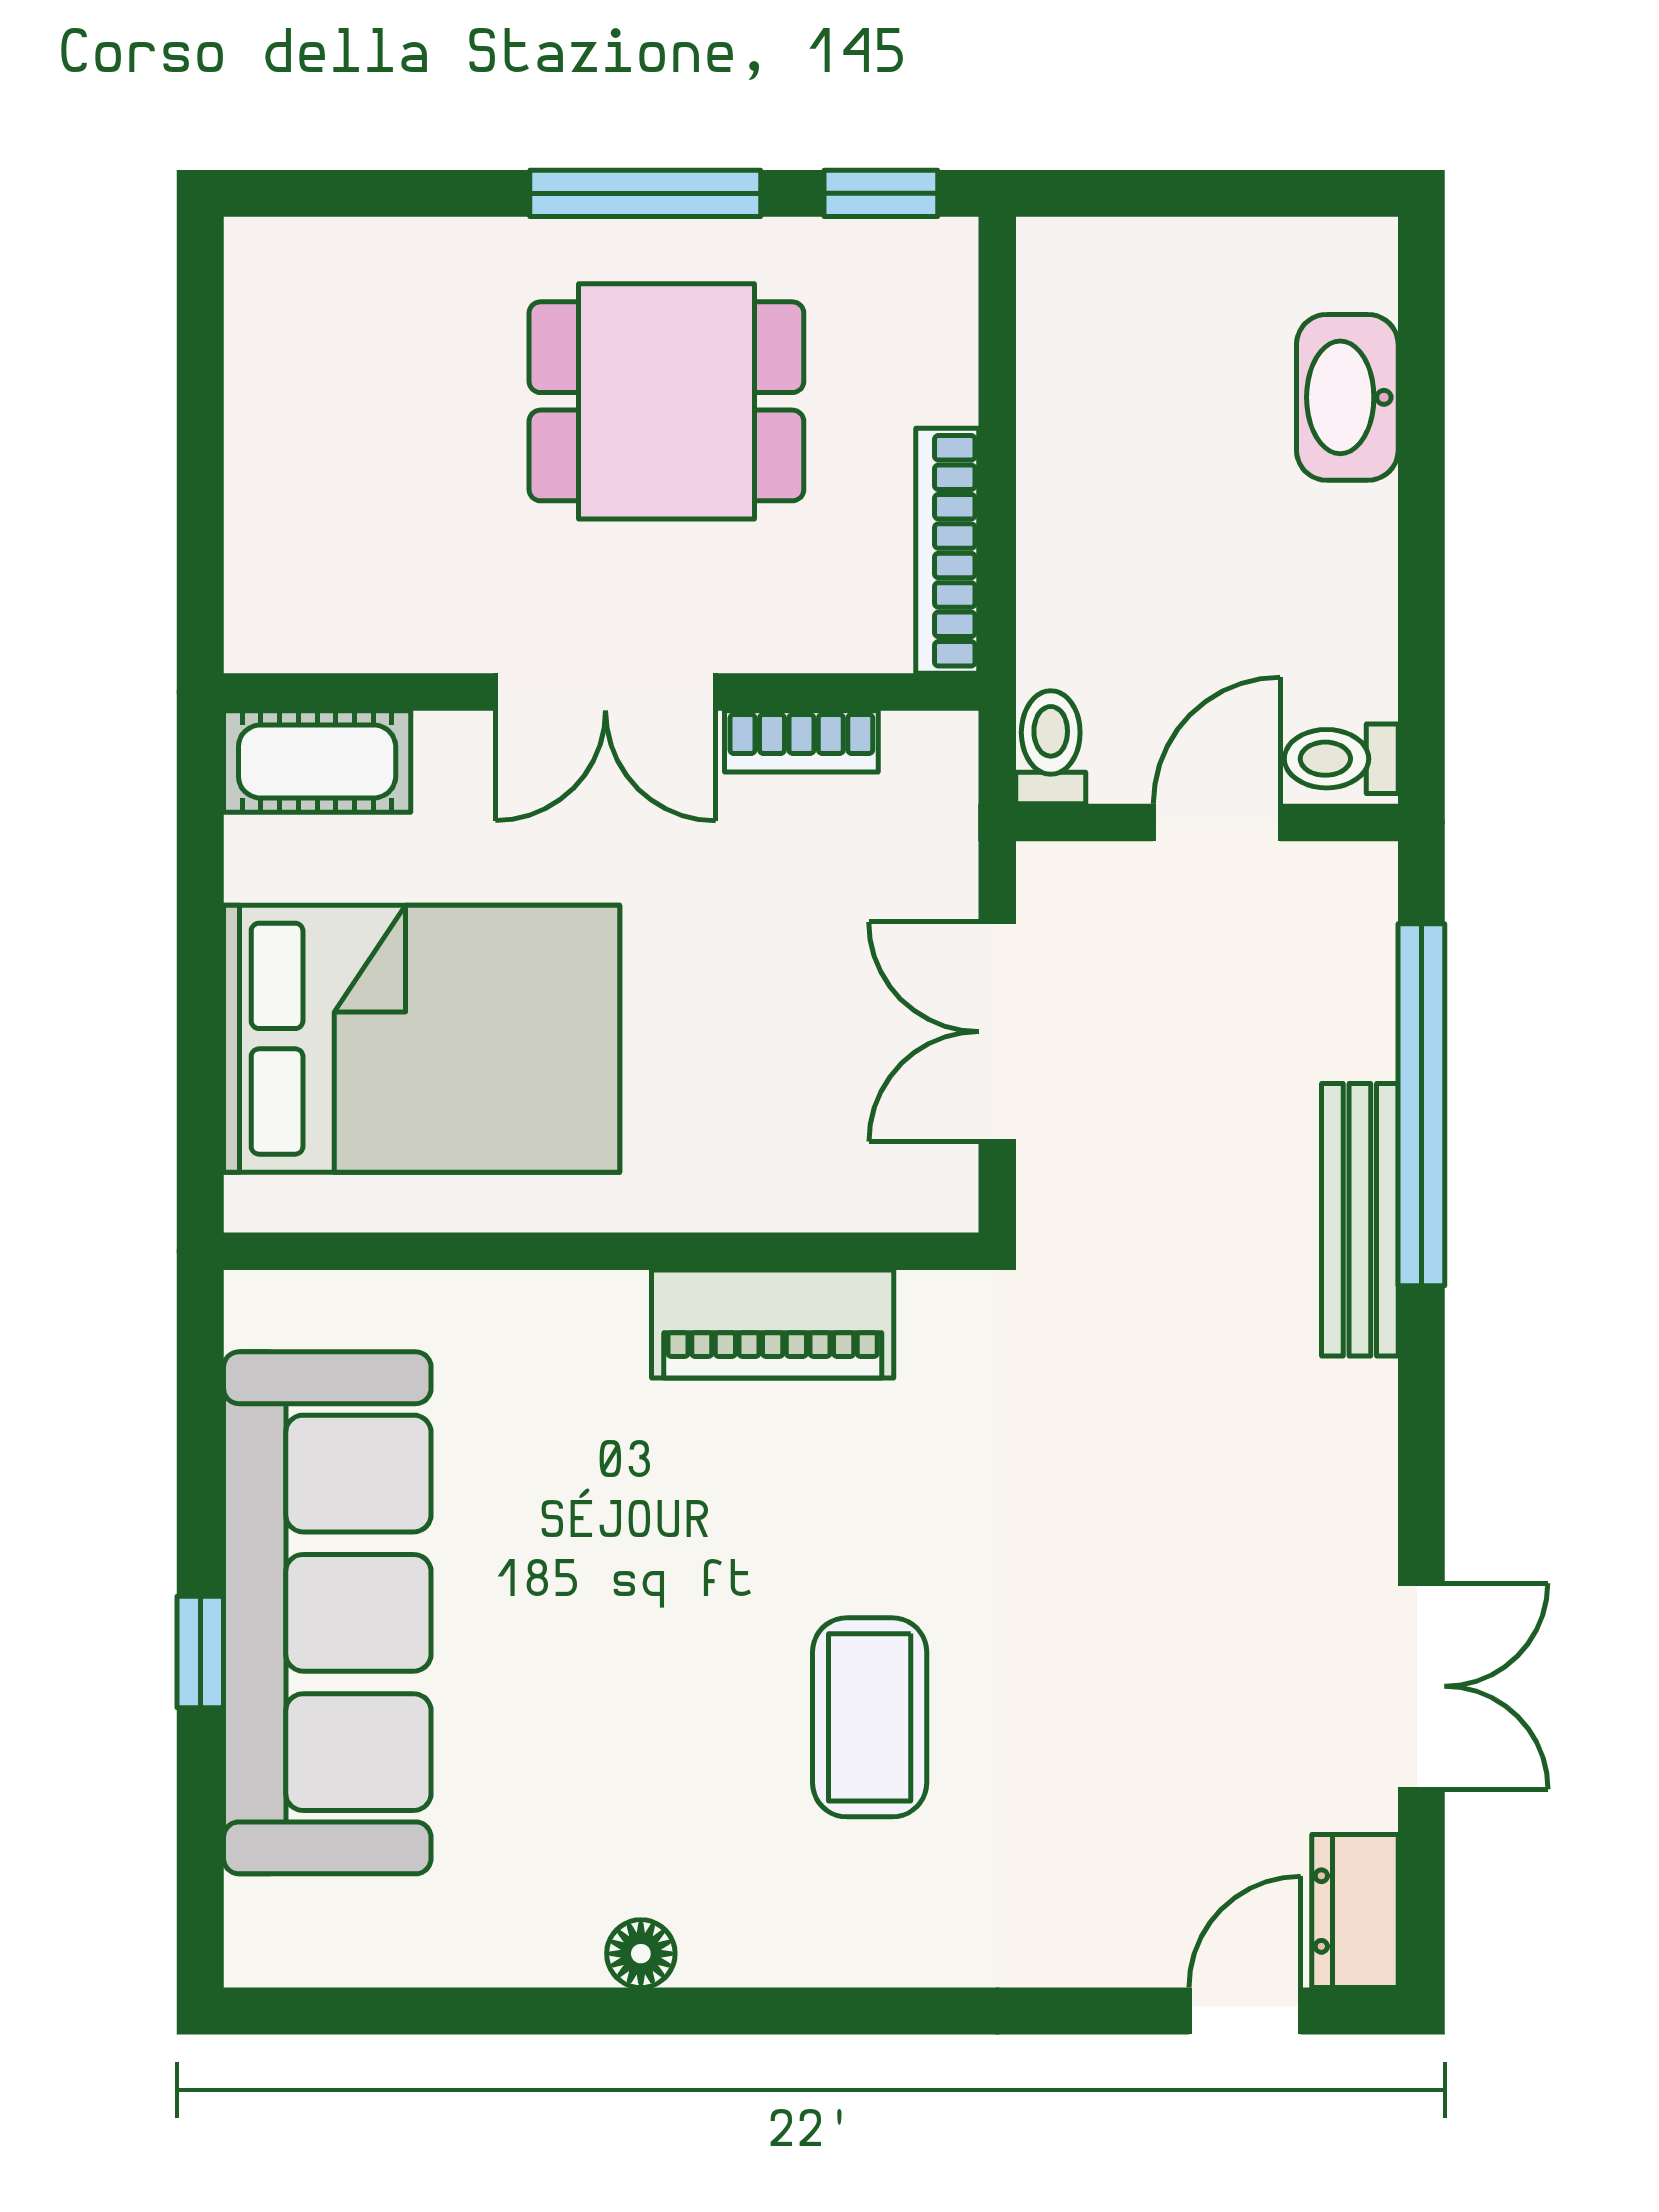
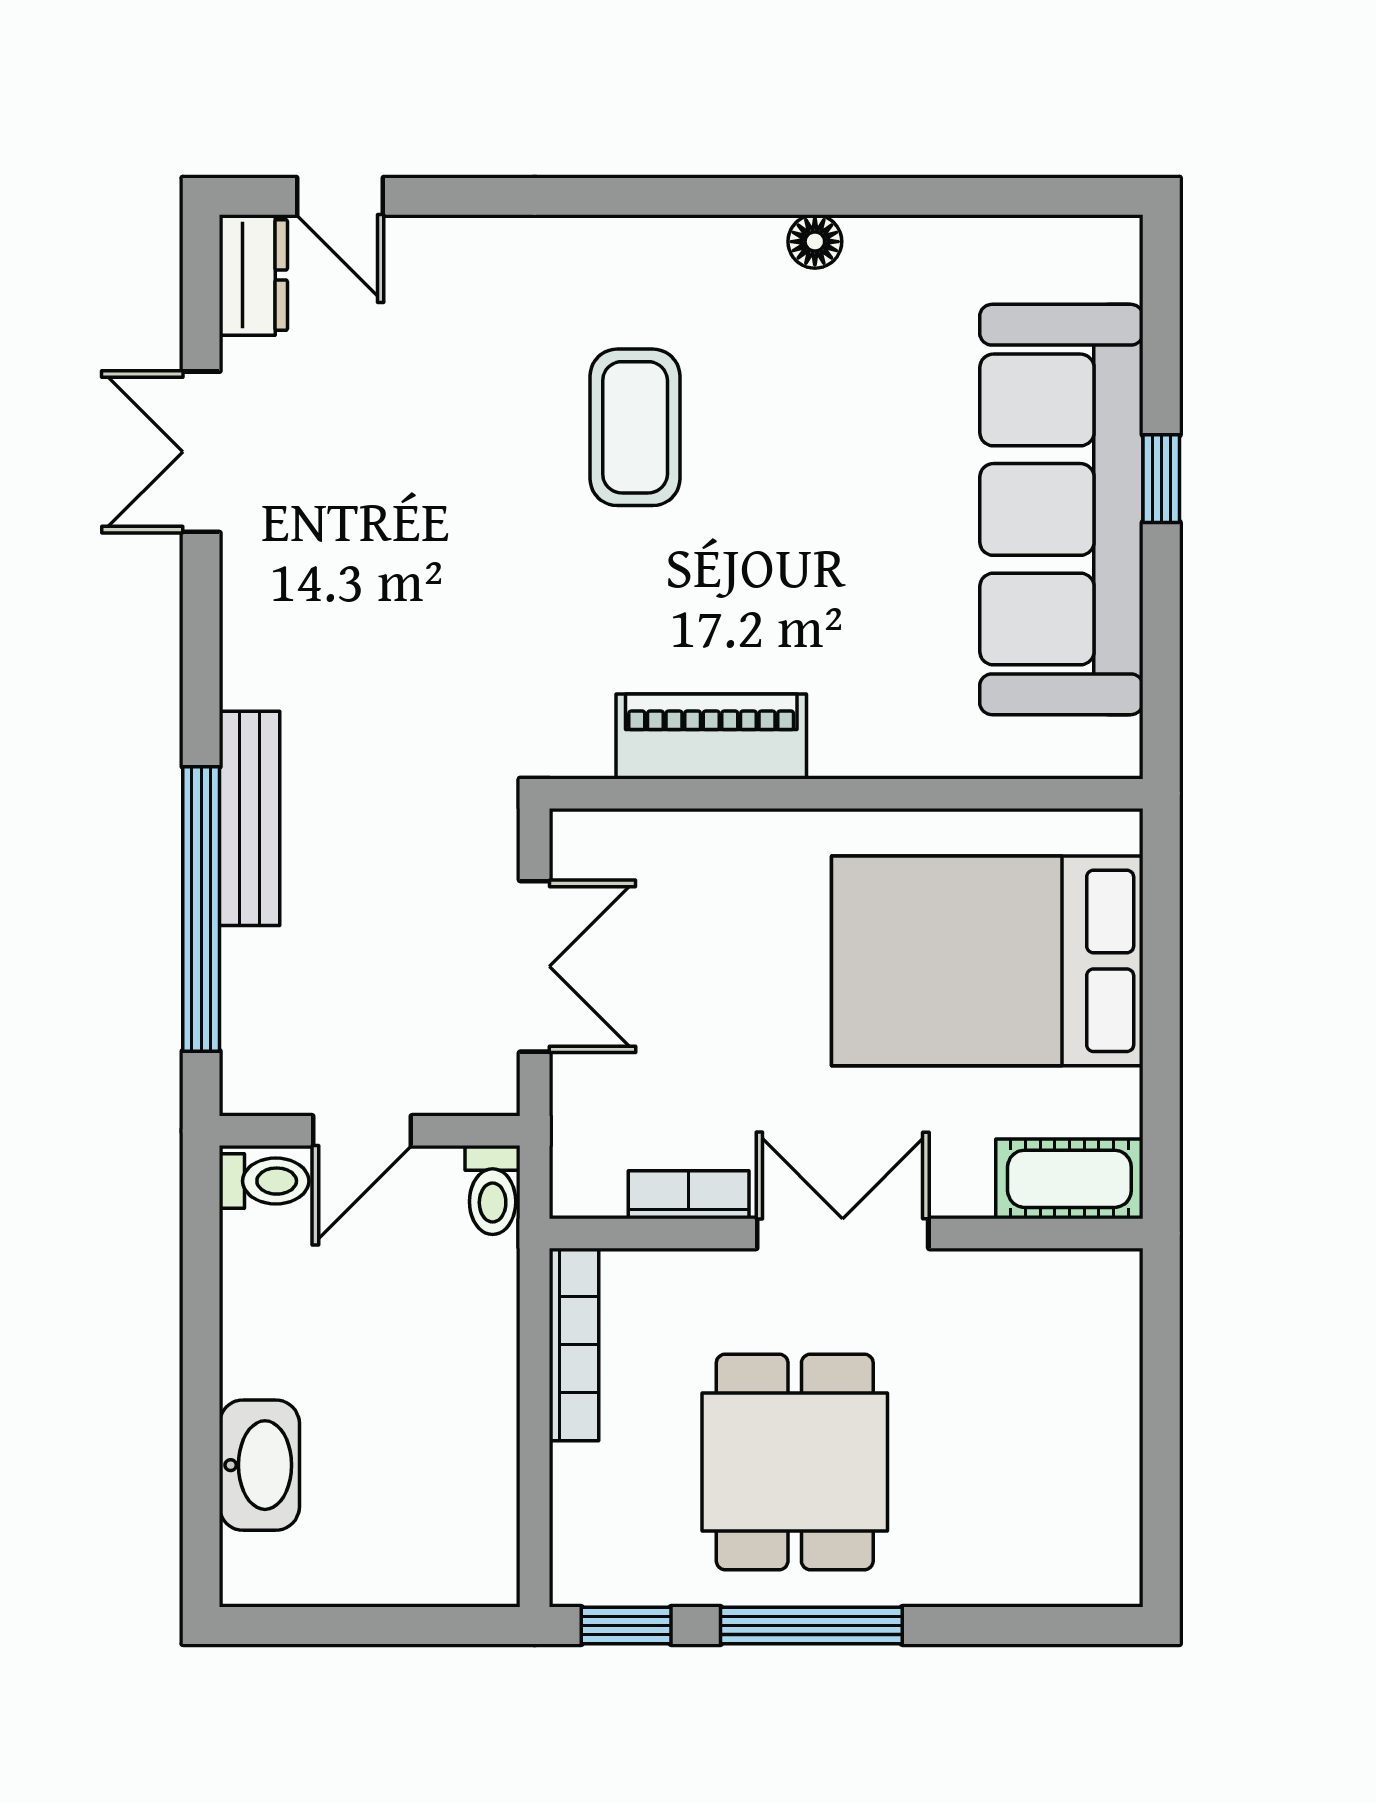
dining table: (666, 401) -> (795, 1462), turned 90
door: (1245, 2011) -> (340, 196), hinge flipped

